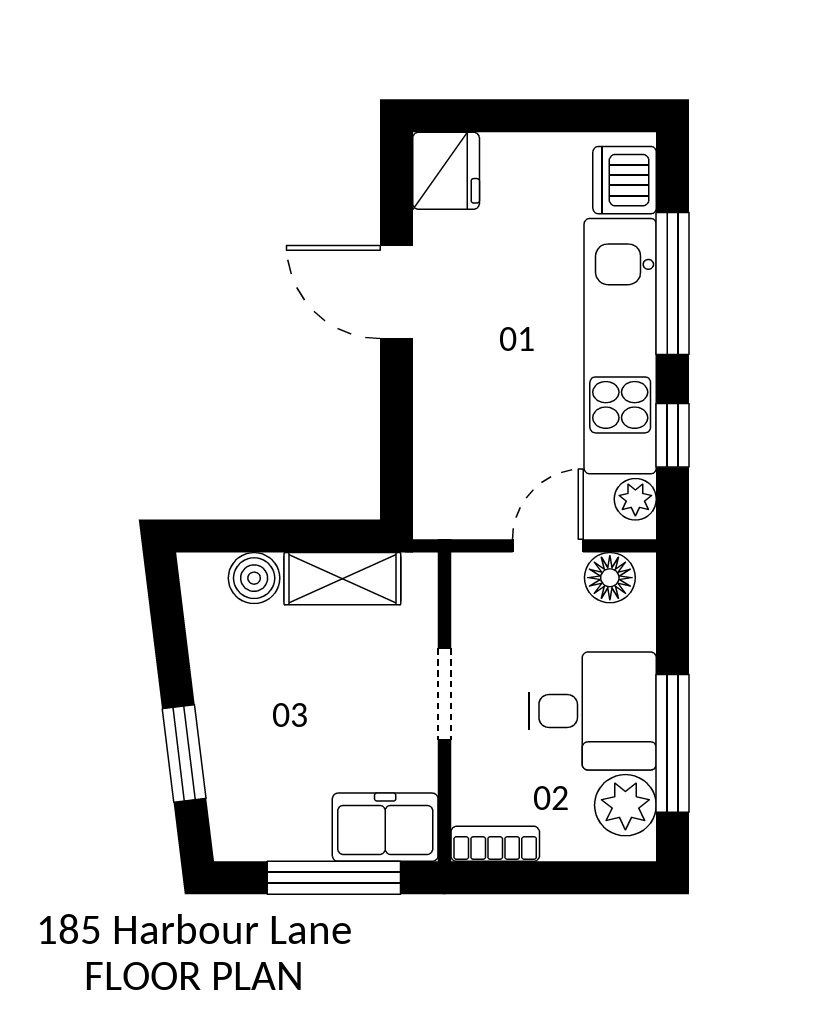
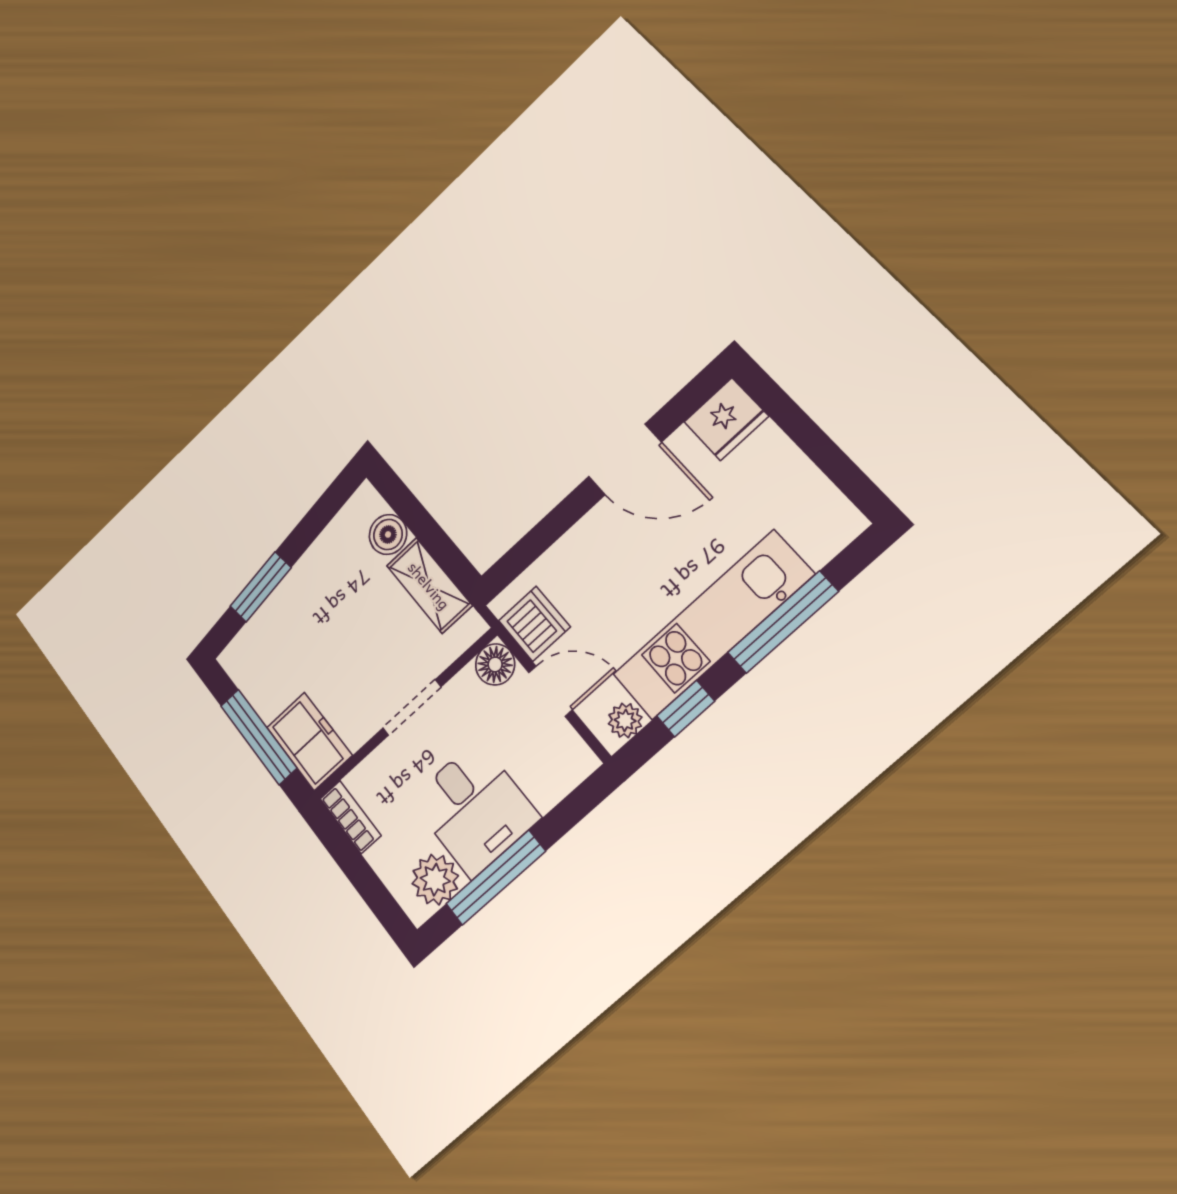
dishwasher: (625, 180) -> (534, 624), moved, turned 90
door: (396, 292) -> (625, 459), swing flipped
floor lamp: (610, 578) -> (495, 664), moved

